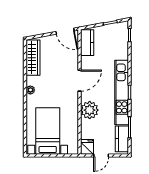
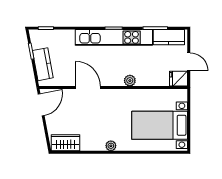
kitchen counter: (87, 43) -> (43, 64), moved, turned 79
wardrobe: (33, 58) -> (65, 143), width x0.67
door: (79, 81) -> (88, 88), moved
plant: (90, 110) -> (130, 81), width x0.53, depth x0.53

